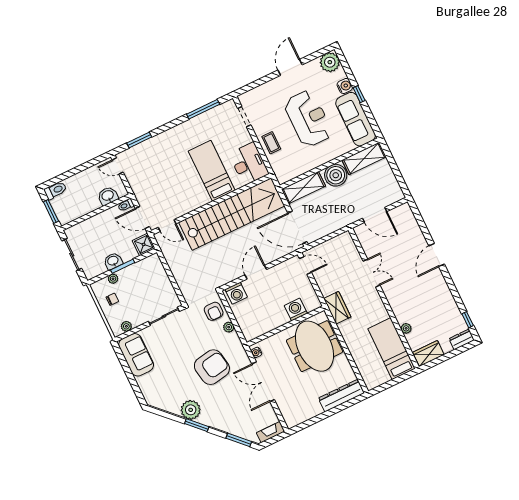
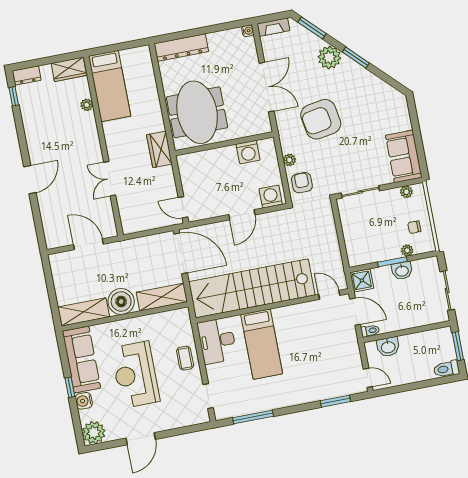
washing machine: (296, 309) -> (248, 152), moved
water cooler: (256, 352) -> (248, 31), moved
plant: (191, 410) -> (329, 57), moved

